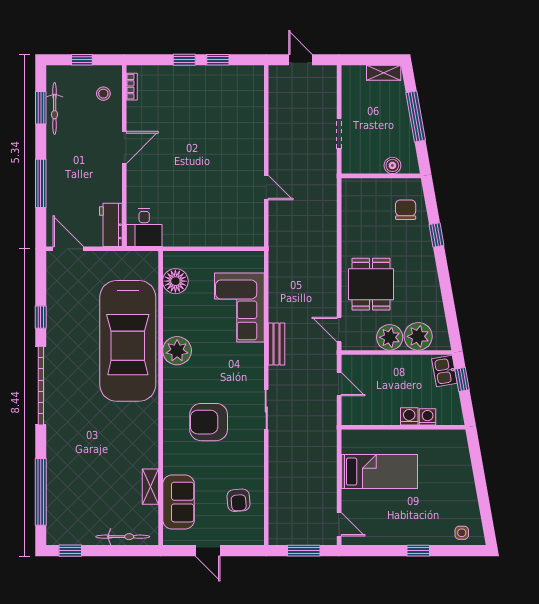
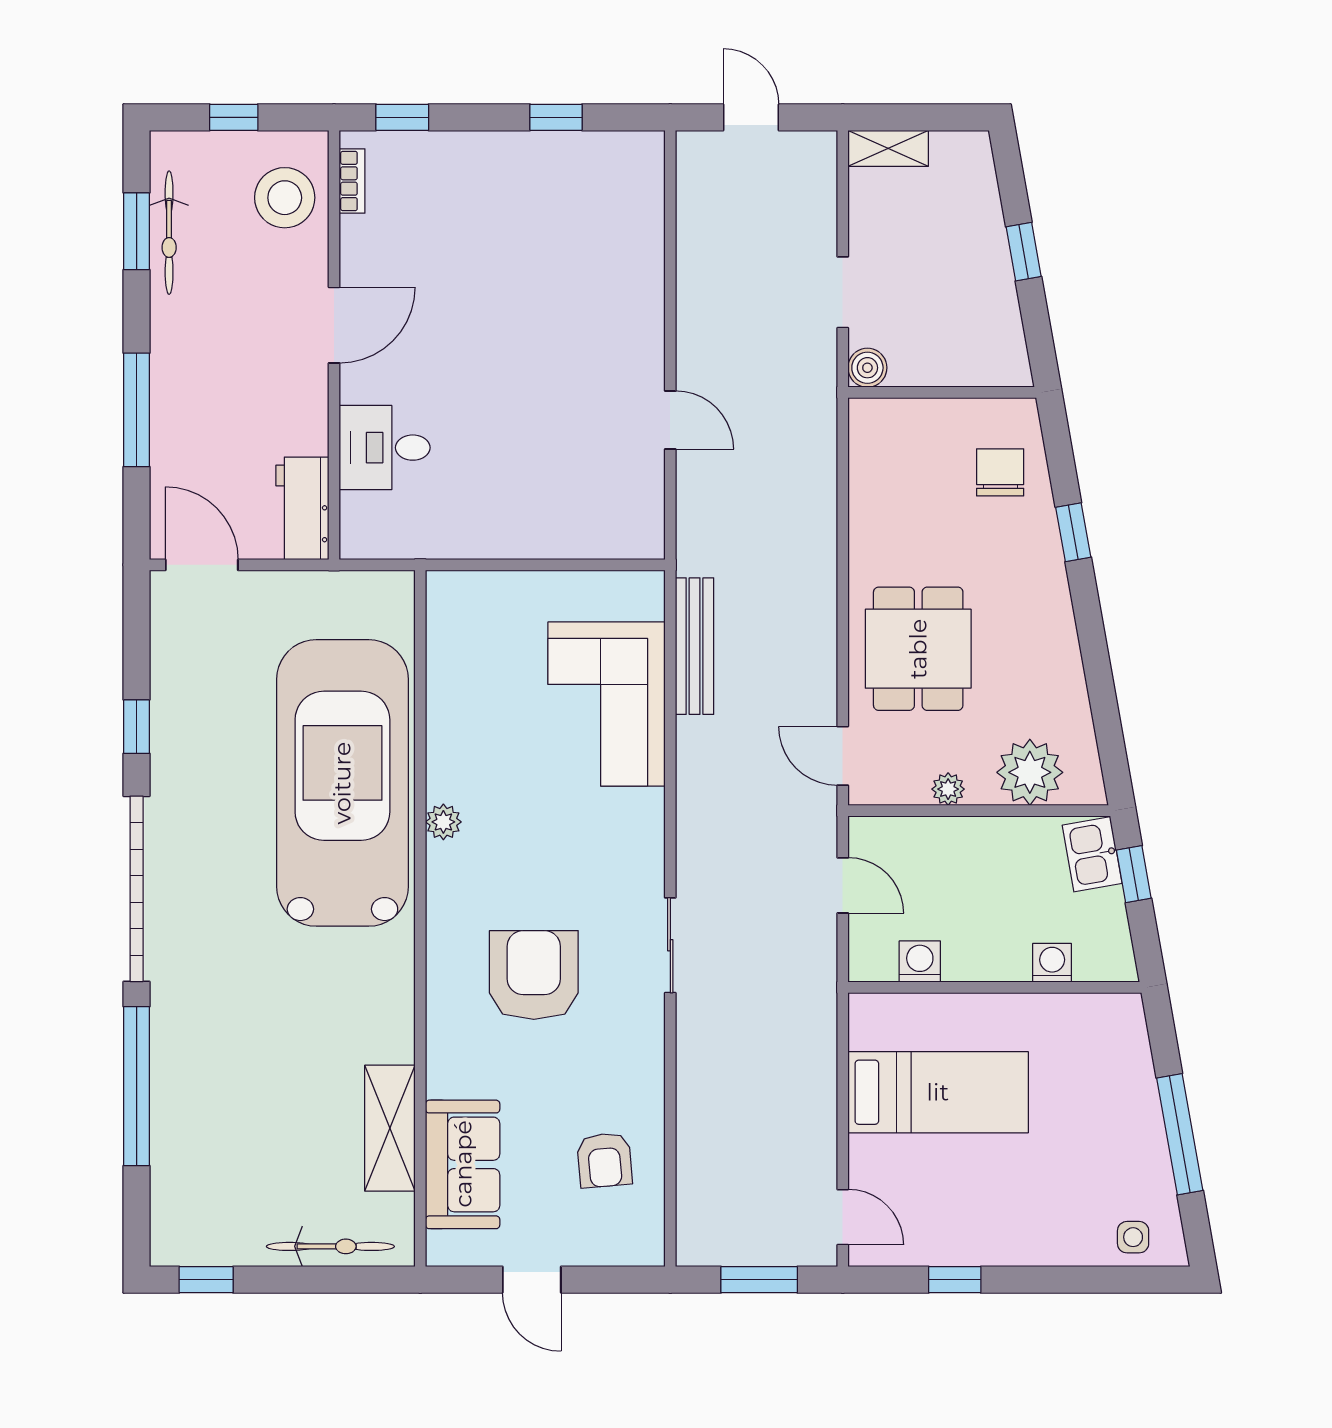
window: (184, 60) -> (402, 117), moved
shelving: (384, 73) -> (888, 148), moved
stool: (103, 94) -> (285, 198), width x1.89, depth x1.89
window: (416, 116) -> (1024, 252), width x0.46
boiler: (392, 165) -> (867, 368), moved
desk: (144, 227) -> (385, 448), moved, turned 90
floor lamp: (175, 281) -> (455, 642), removed
plant: (390, 337) -> (948, 789), width x0.53, depth x0.53
car: (128, 341) -> (342, 783), turned 180
bench: (277, 344) -> (695, 646), moved, width x1.36
plant: (177, 351) -> (443, 822), width x0.53, depth x0.53
washing machine: (409, 416) -> (920, 962), moved
armchair: (209, 422) -> (534, 975), turned 90
shelving: (150, 487) -> (390, 1128), width x1.50, depth x1.33
window: (481, 489) -> (1180, 1134), added
window: (41, 492) -> (137, 1086), moved
window: (418, 551) -> (955, 1280), moved

